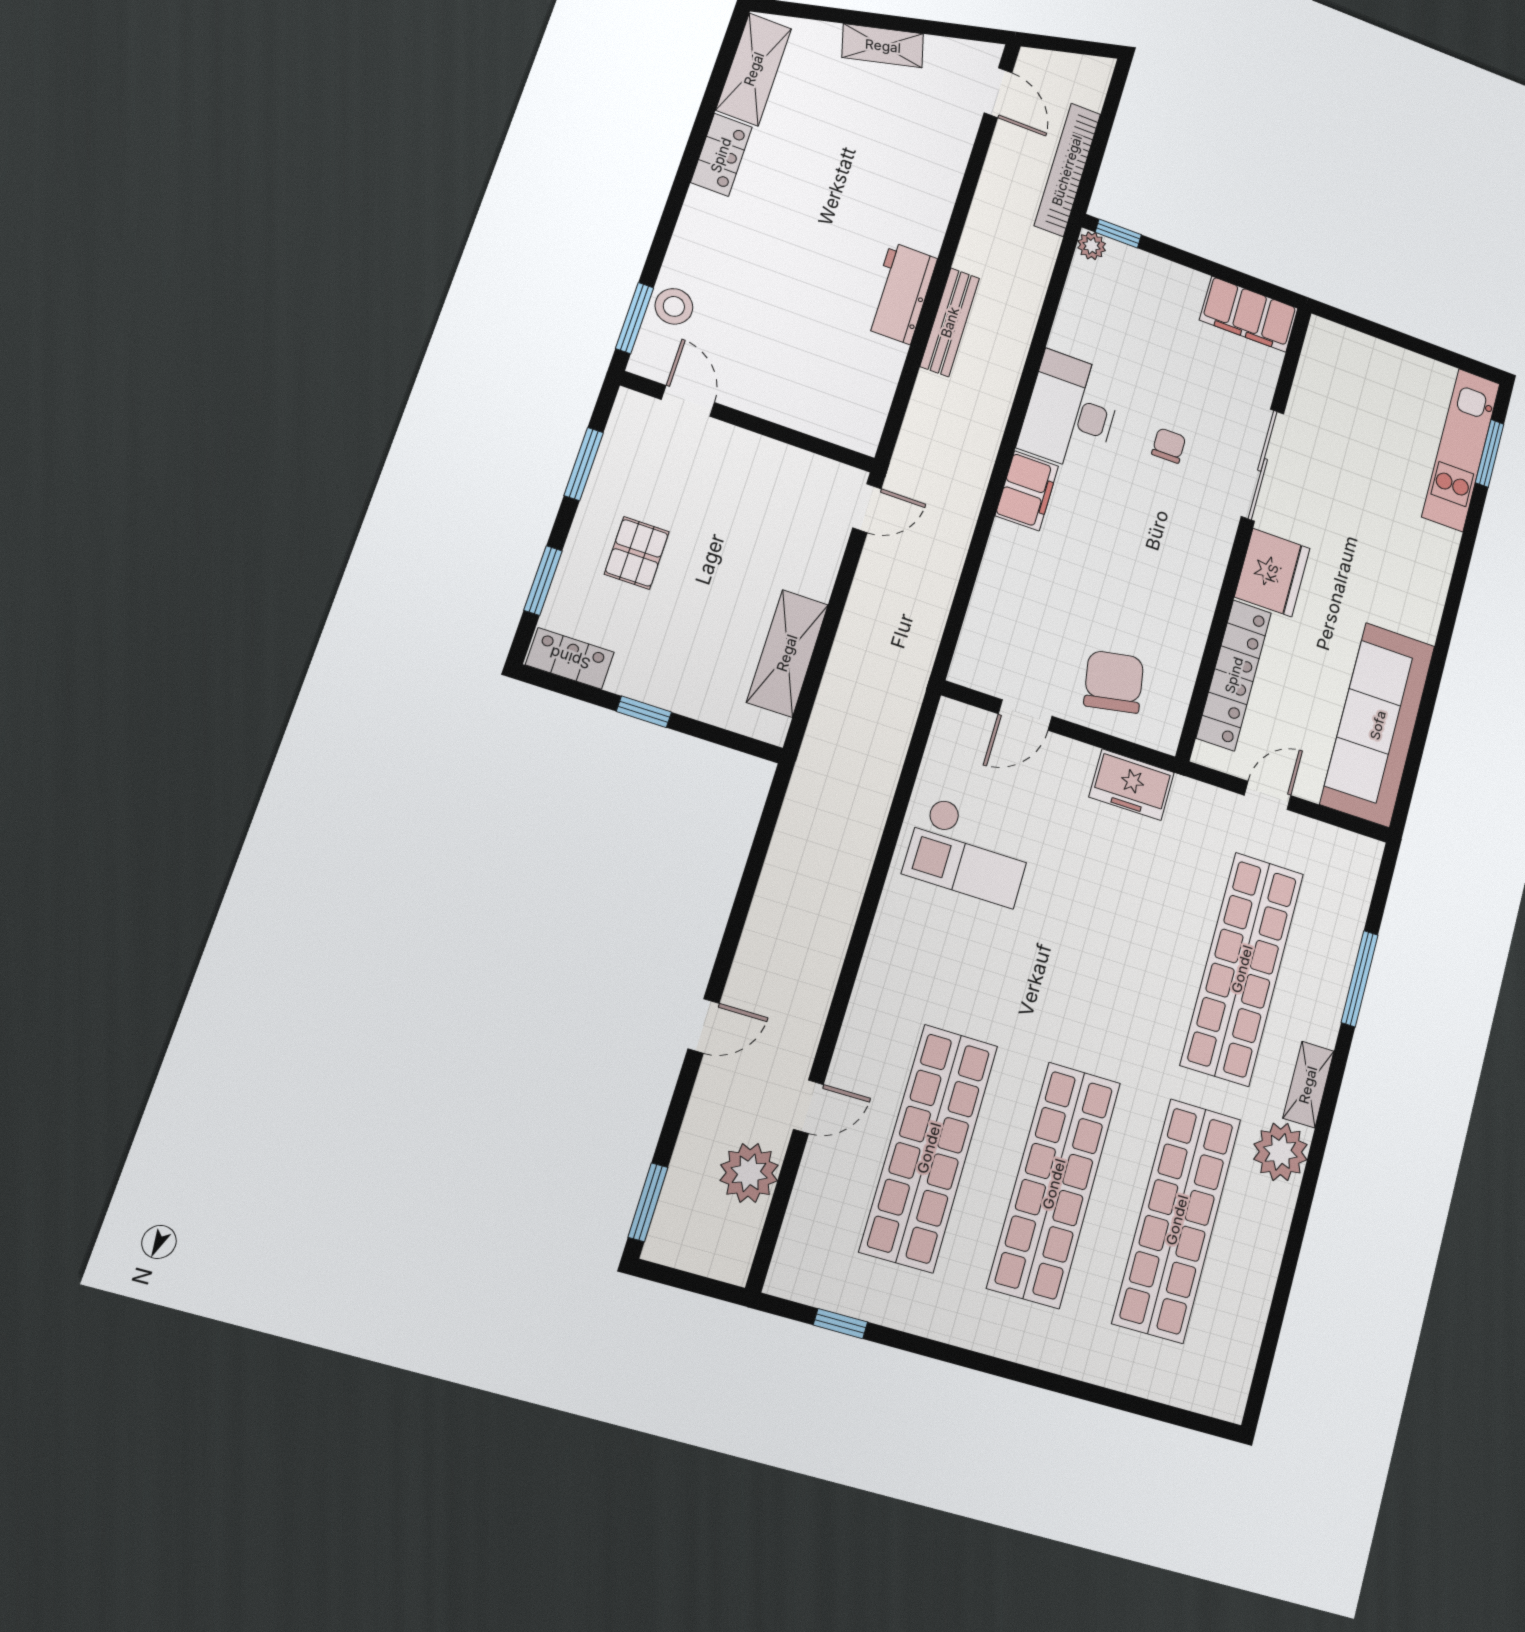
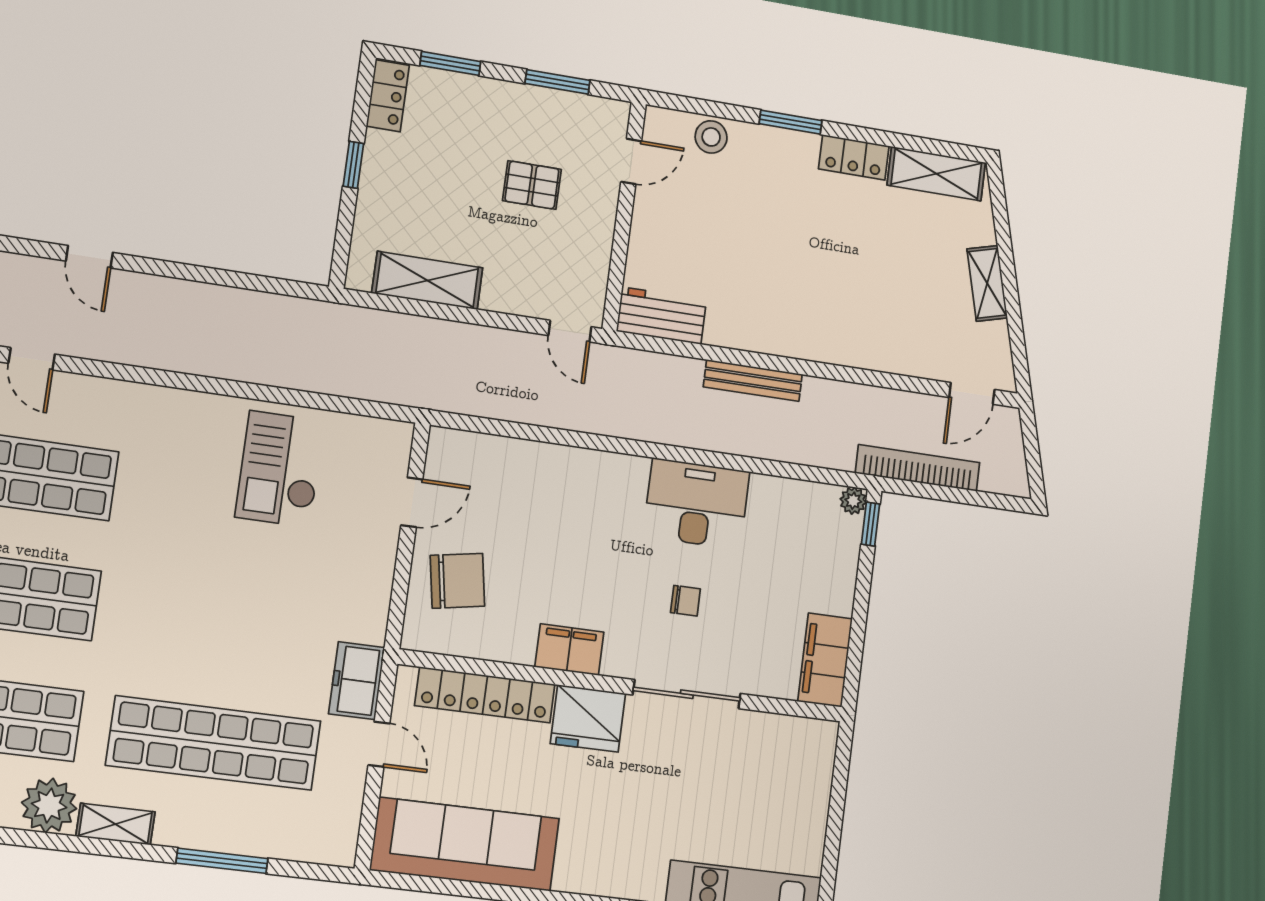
workbench: (901, 293) -> (662, 316), moved
window: (635, 318) -> (791, 122), moved
filing cabinet: (1027, 491) -> (569, 650), moved, turned 180
pallet: (637, 553) -> (532, 185), moved
door: (1025, 715) -> (412, 502), swing flipped
freezer: (1132, 785) -> (357, 681), moved

